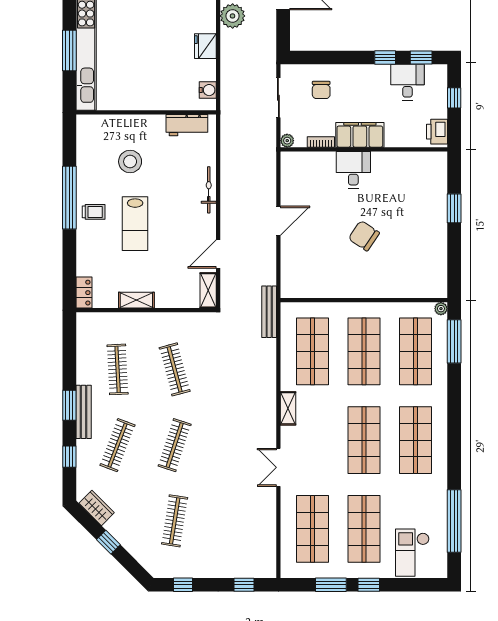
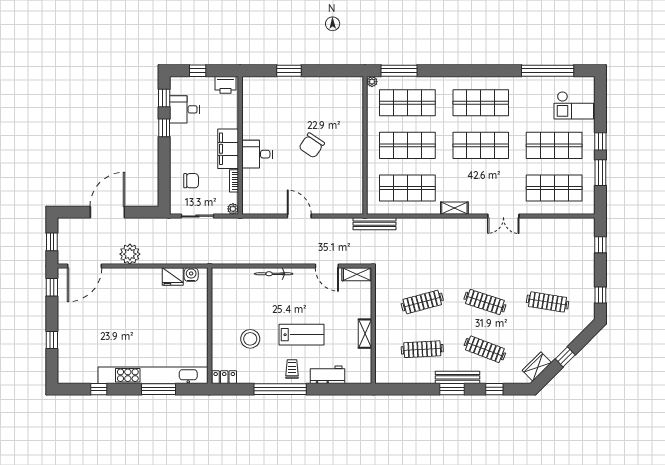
fridge: (205, 46) -> (173, 277), moved
workbench: (187, 125) -> (328, 375), moved, turned -90
locker: (84, 293) -> (224, 377), moved

